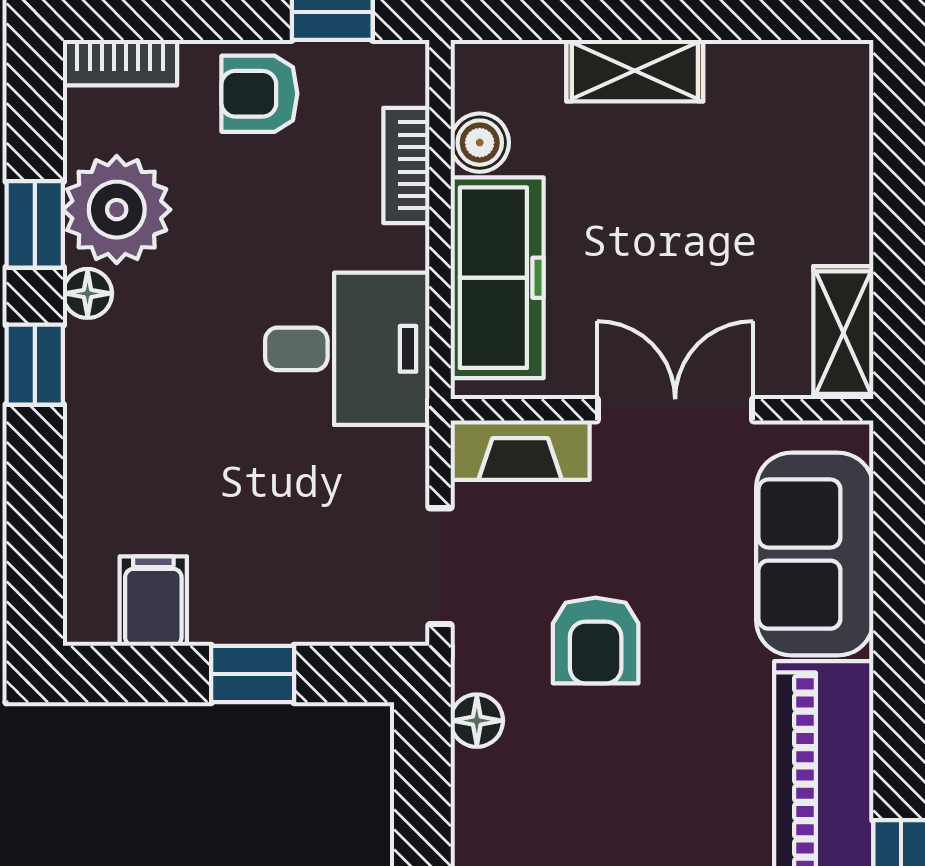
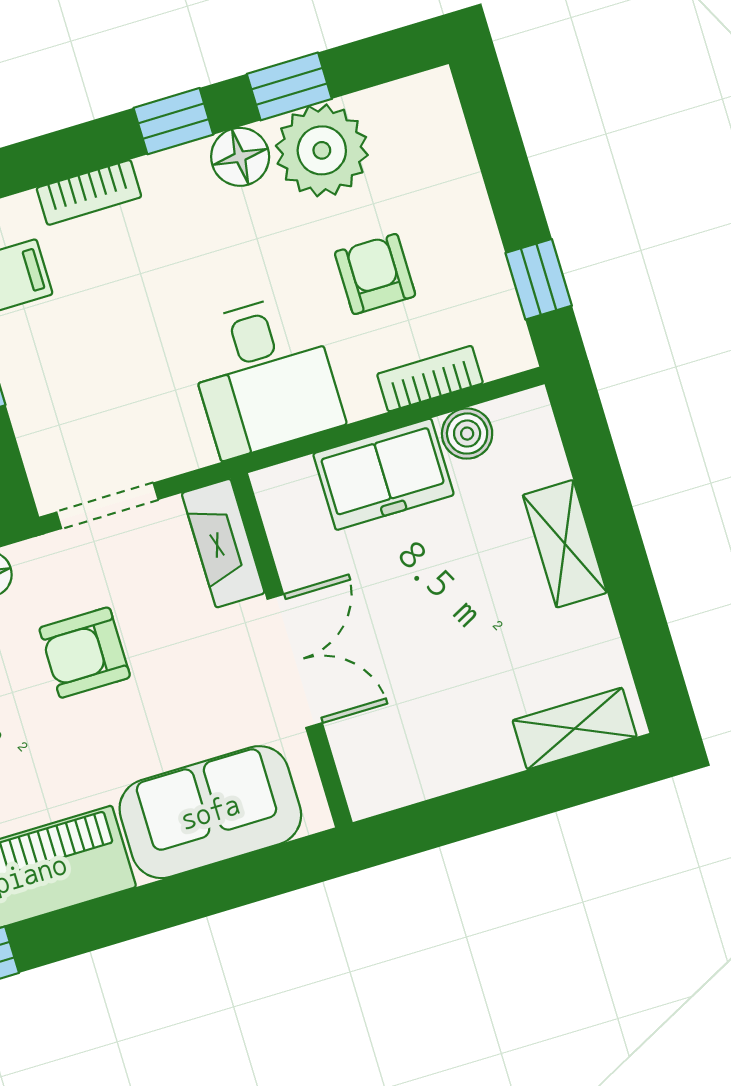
bookcase: (120, 63) -> (89, 192), moved, turned -90
armchair: (259, 94) -> (375, 274), moved
freezer: (497, 278) -> (383, 474), width x0.71
floor lamp: (88, 293) -> (240, 157), width x1.37, depth x1.37
shelving: (843, 333) -> (575, 729), moved

